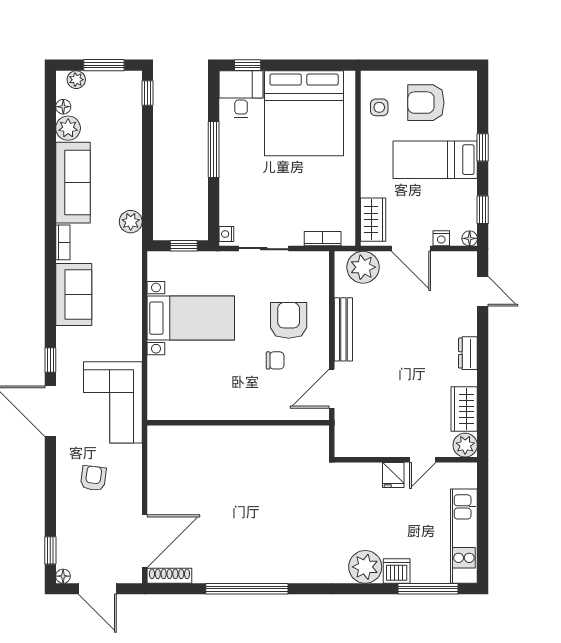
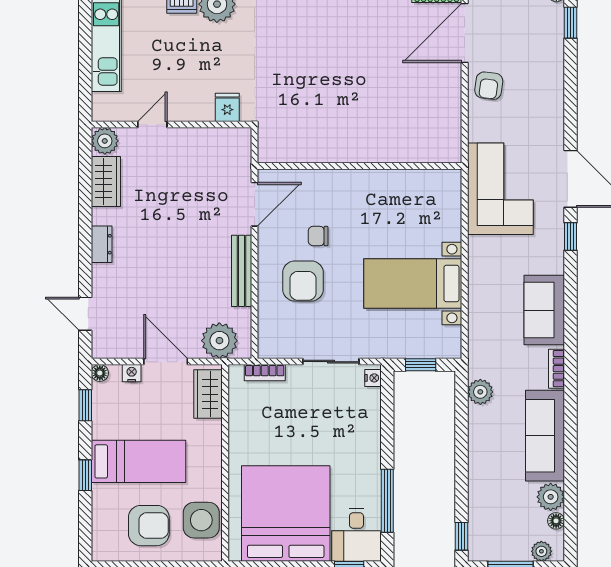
side table: (379, 107) -> (201, 520), width x1.87, depth x1.87
window: (214, 150) -> (387, 501), moved
fridge: (393, 475) -> (227, 107), moved
armchair: (93, 478) -> (489, 86), moved

